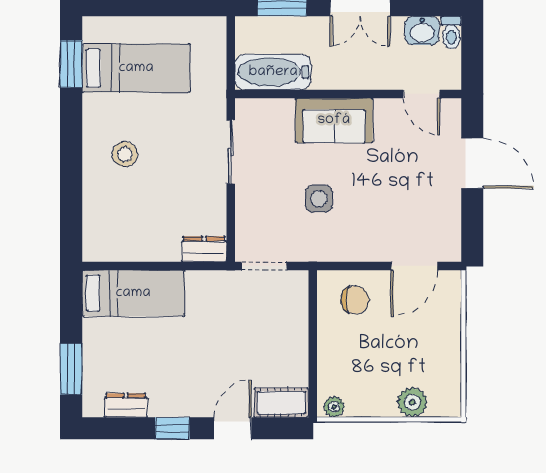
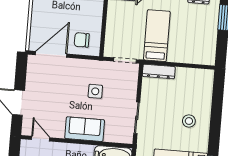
dresser: (204, 249) -> (159, 72), width x1.44
door: (414, 266) -> (51, 54), width x1.36
bed: (133, 293) -> (157, 36), moved, turned 90

